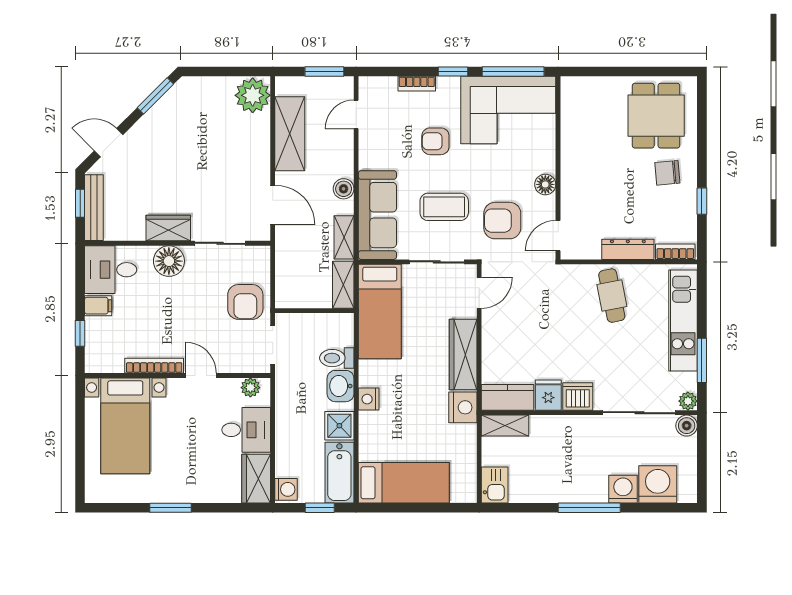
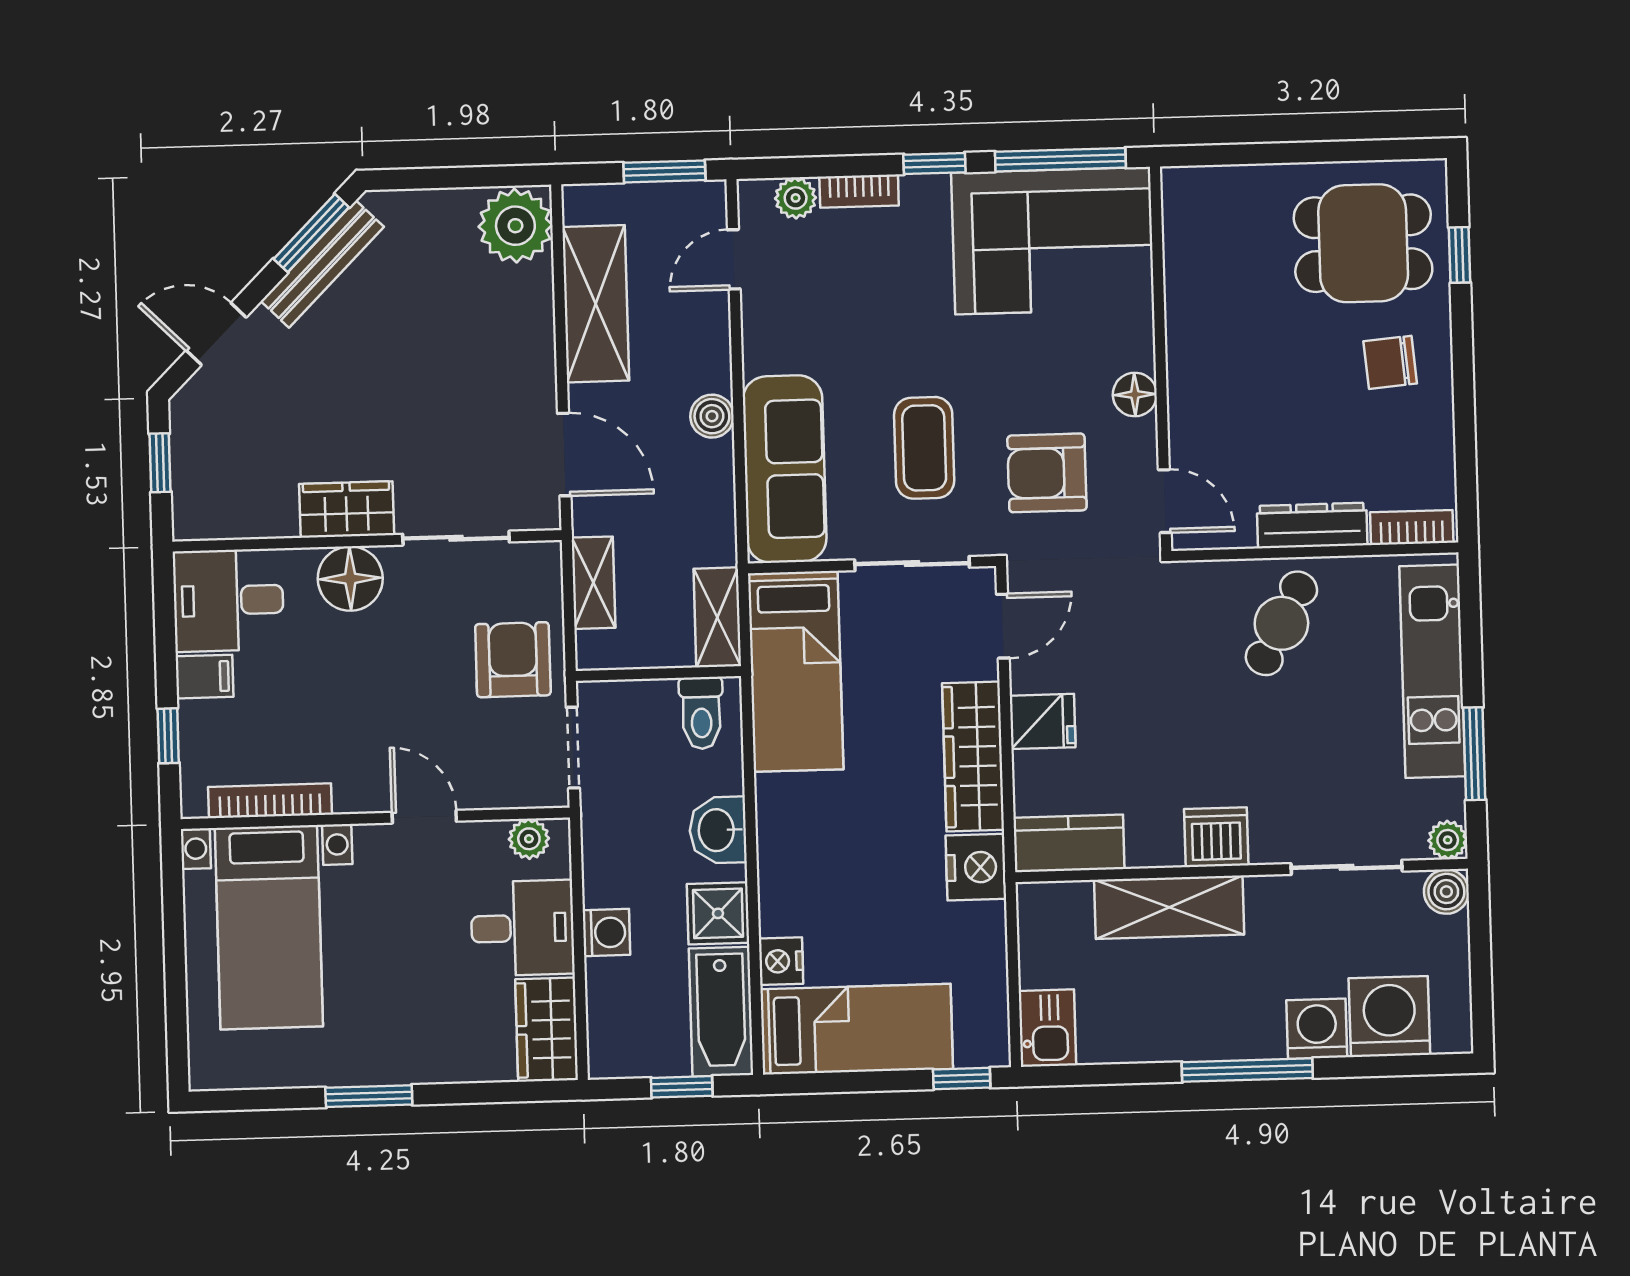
plant: (386, 86) -> (796, 198), added
dining table: (656, 116) -> (1363, 243), turned 90
armchair: (435, 141) -> (902, 311), removed
window: (702, 201) -> (1460, 255), moved
coffee table: (444, 207) -> (924, 448), turned 90
bench: (94, 208) -> (322, 264), moved, turned 45
door: (558, 236) -> (1165, 501), swing flipped
shelving: (344, 237) -> (593, 583), moved
cafe table: (612, 296) -> (1281, 623), turned 39
armchair: (245, 302) -> (513, 660), turned 180
toilet: (337, 358) -> (701, 713), moved, turned -90
bookcase: (154, 366) -> (270, 801), moved
fridge: (548, 395) -> (1043, 721), moved, turned 90
nightstand: (369, 399) -> (781, 961), moved
sliding door: (639, 413) -> (1347, 867), width x0.73
shelving: (505, 426) -> (1169, 907), moved, width x1.50, depth x1.33
washing machine: (286, 489) -> (606, 932), moved
window: (453, 508) -> (962, 1079), added

